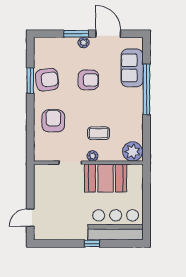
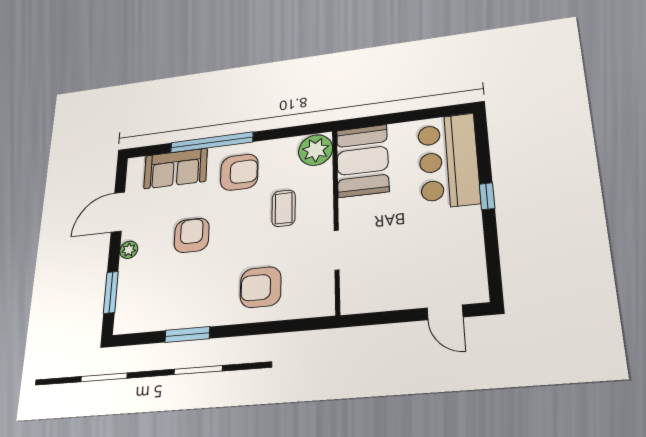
window: (76, 34) -> (111, 292), moved
armchair: (47, 80) -> (239, 172), moved, turned 97
plant: (93, 156) -> (324, 214), removed
booth: (106, 178) -> (363, 161), moved

